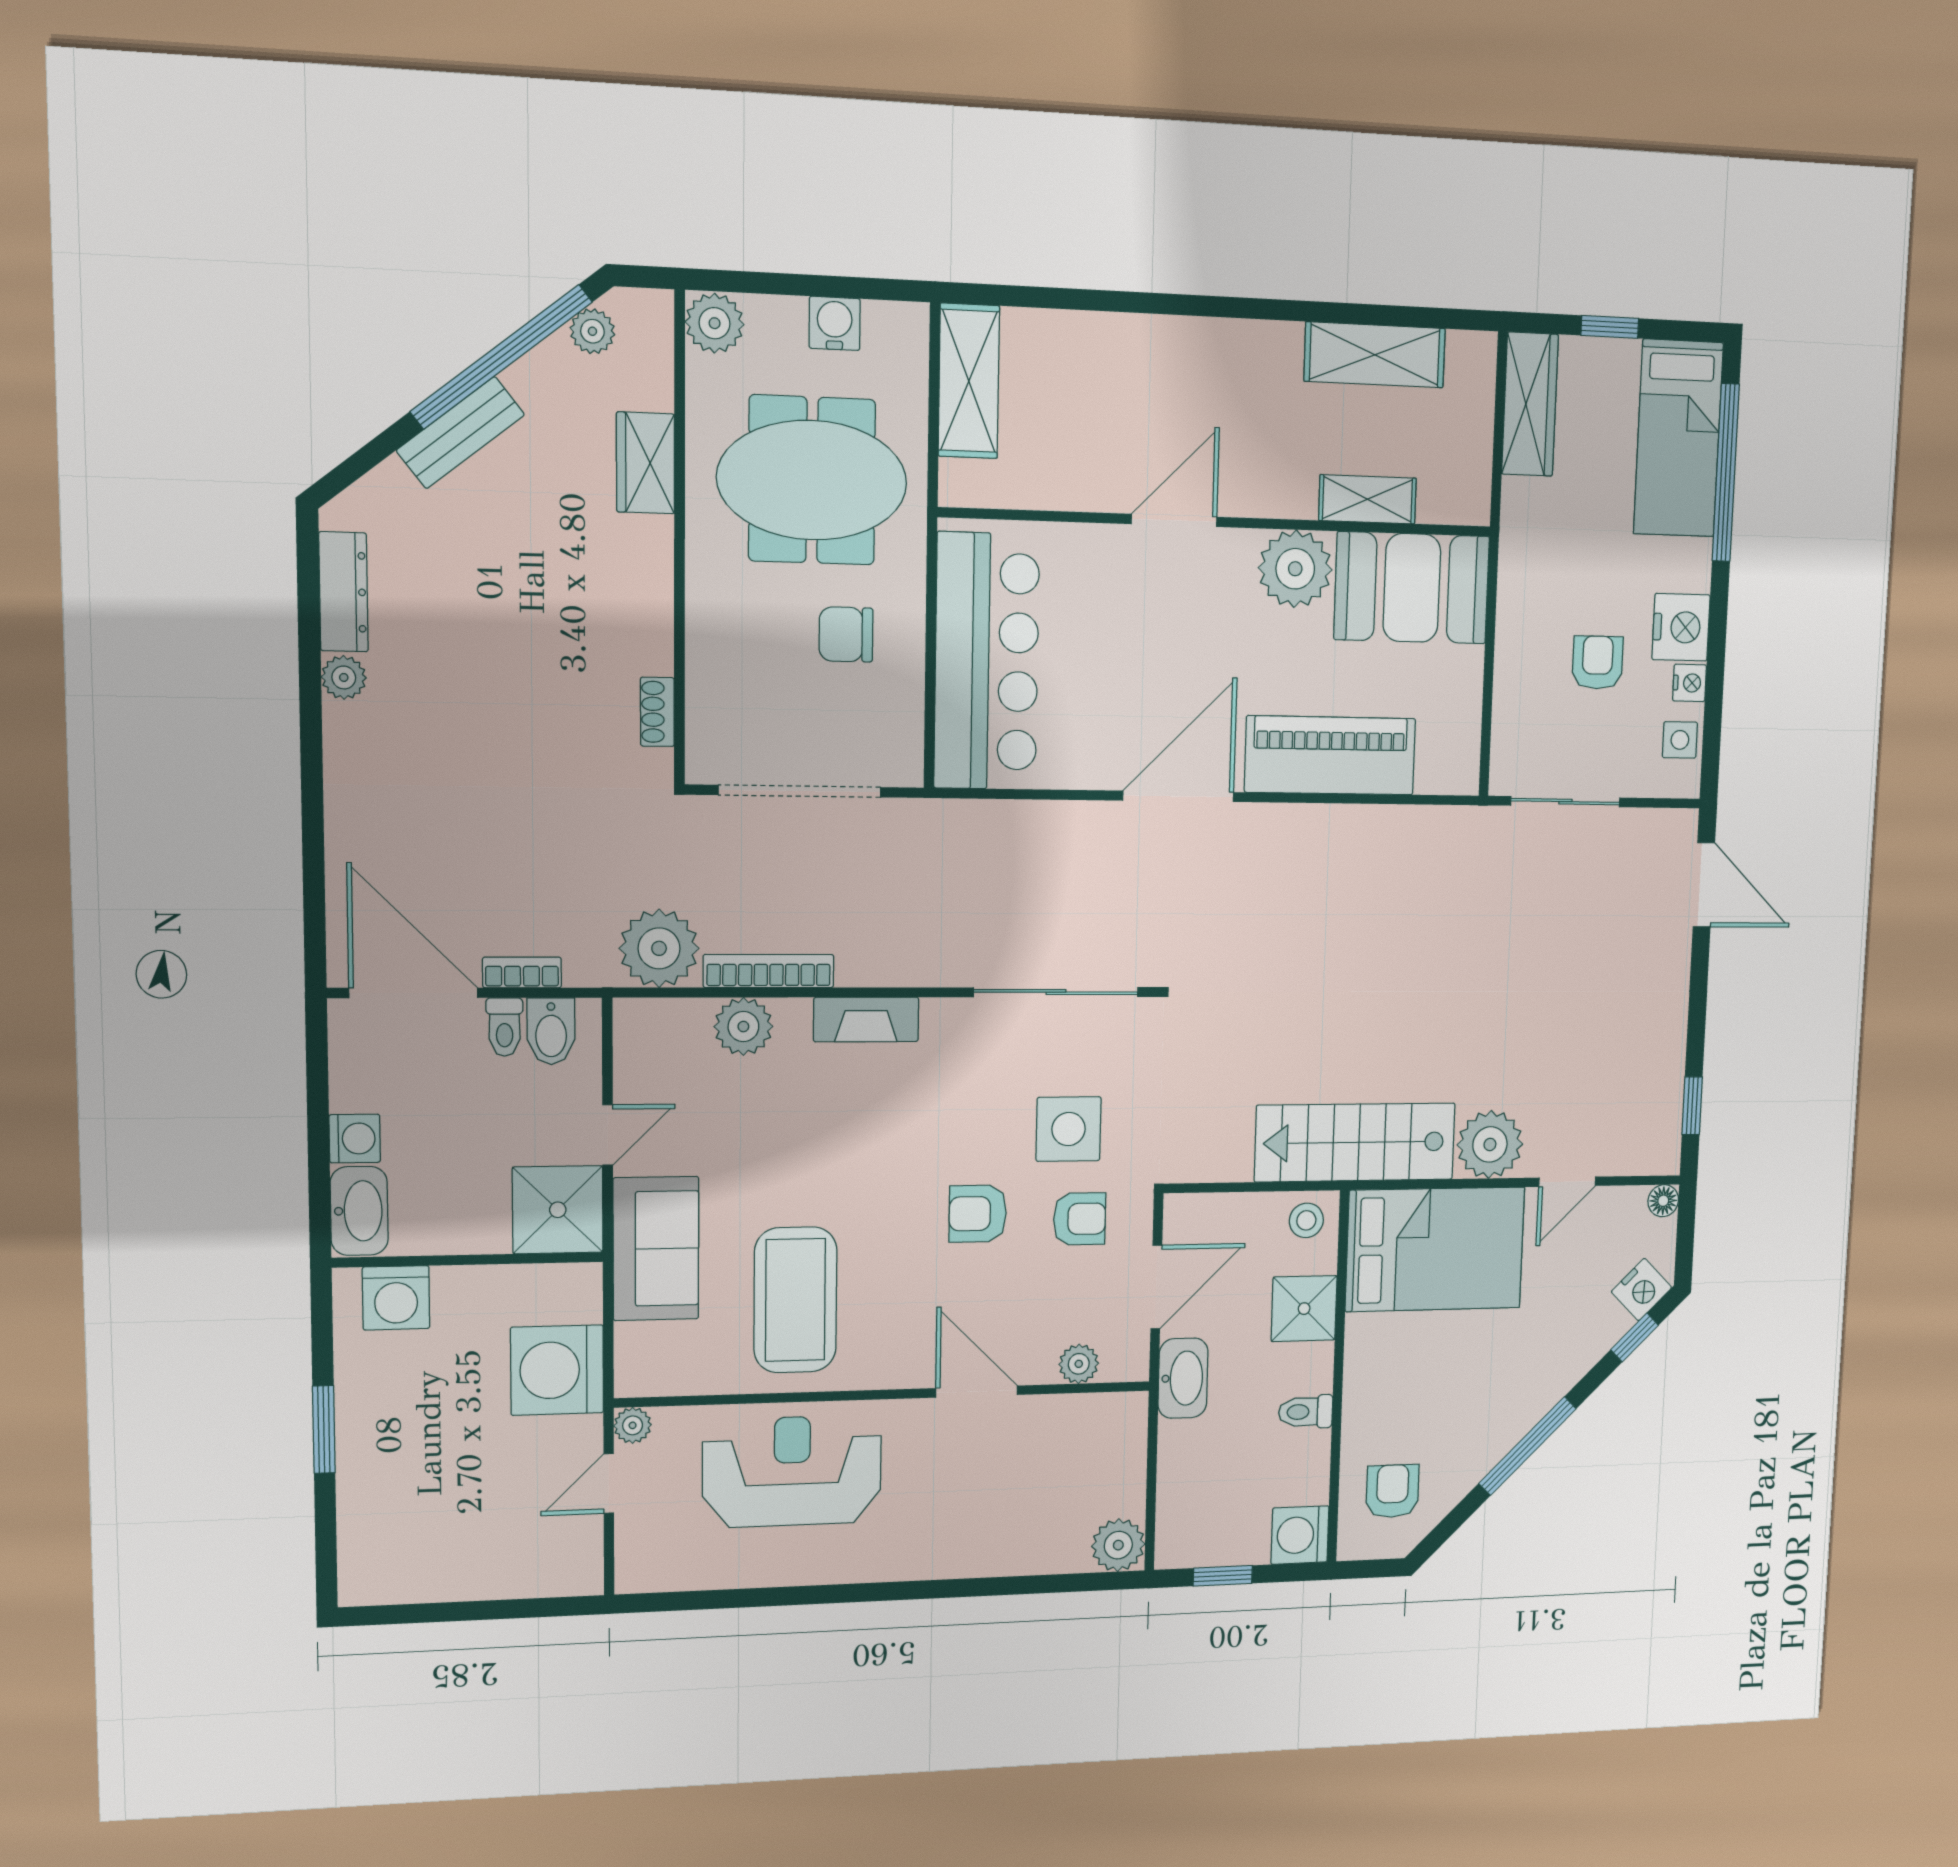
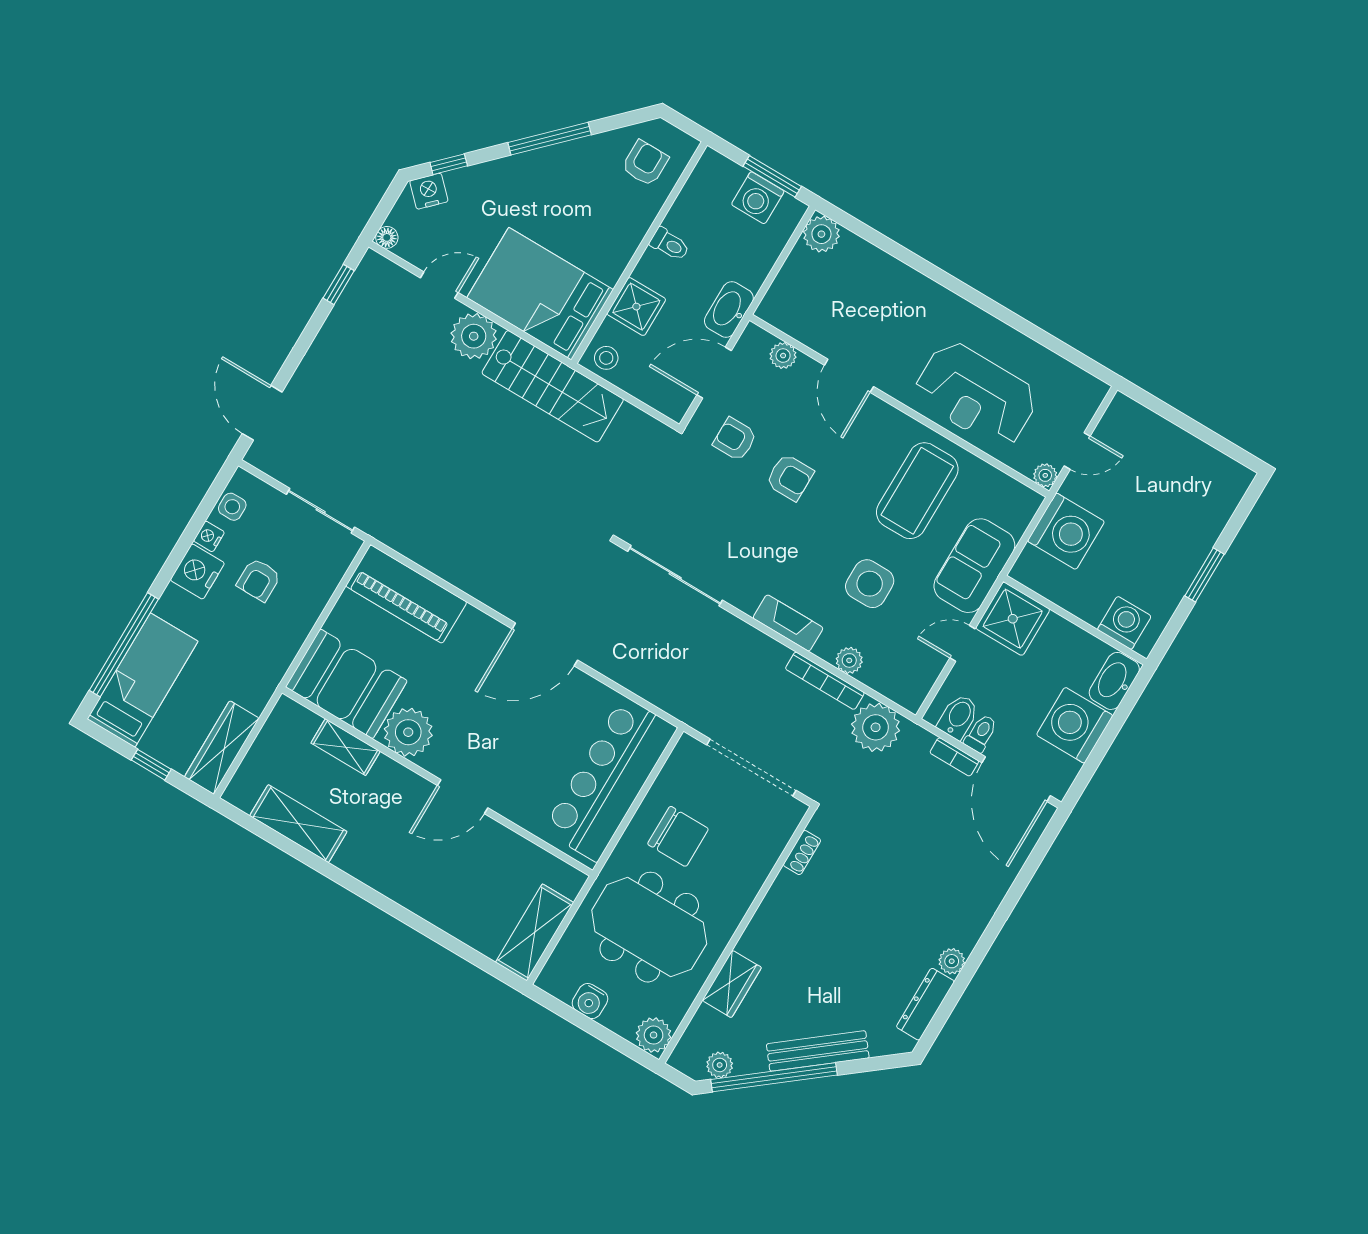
bench: (460, 433) -> (818, 1051), width x1.36
chair: (846, 634) -> (678, 836), width x1.37, depth x1.37
piano: (1330, 755) -> (406, 594), moved
plant: (743, 1027) -> (849, 660), width x0.73, depth x0.73
side table: (1069, 1129) -> (870, 584), moved
washing machine: (355, 1139) -> (1075, 725), width x1.89, depth x1.89
armchair: (1392, 1491) -> (645, 163), turned 180
washing machine: (1300, 1535) -> (758, 198), moved, turned 90
window: (1223, 1576) -> (772, 176), width x1.50

